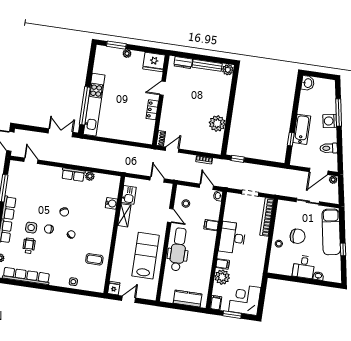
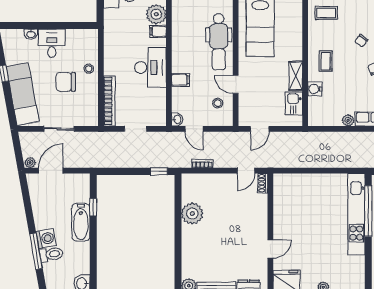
locker: (152, 110) -> (280, 219), removed
toilet: (329, 148) -> (51, 254), moved
door: (157, 179) -> (260, 129), hinge flipped
coffee table: (100, 223) -> (326, 61), added

